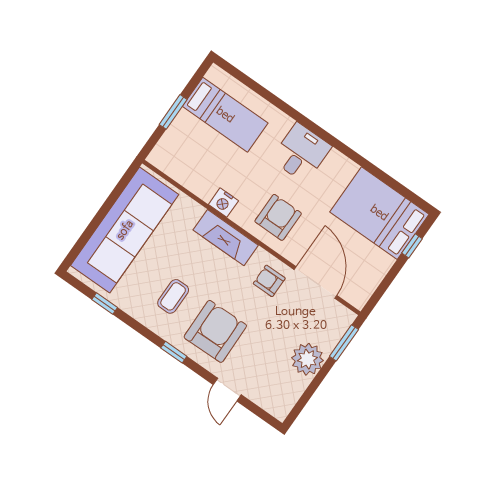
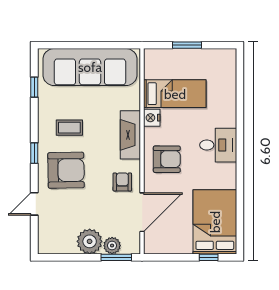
bed: (225, 115) -> (175, 94), moved, turned -90
plant: (328, 339) -> (112, 246), added

